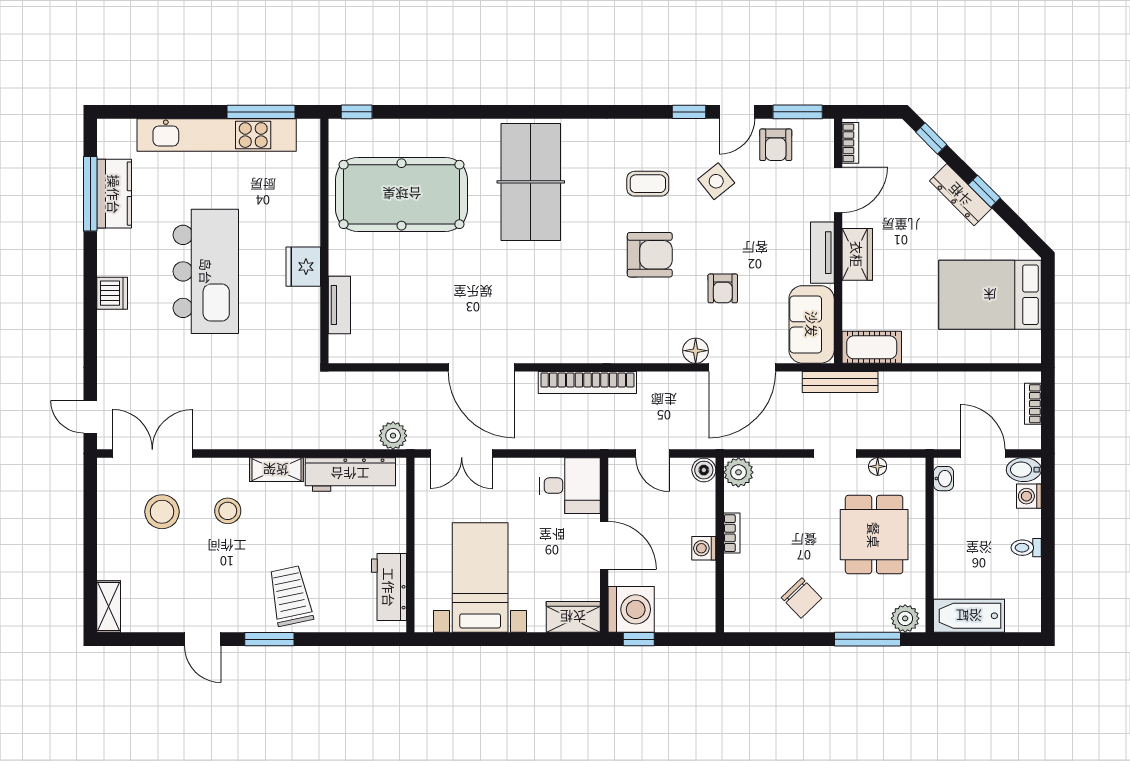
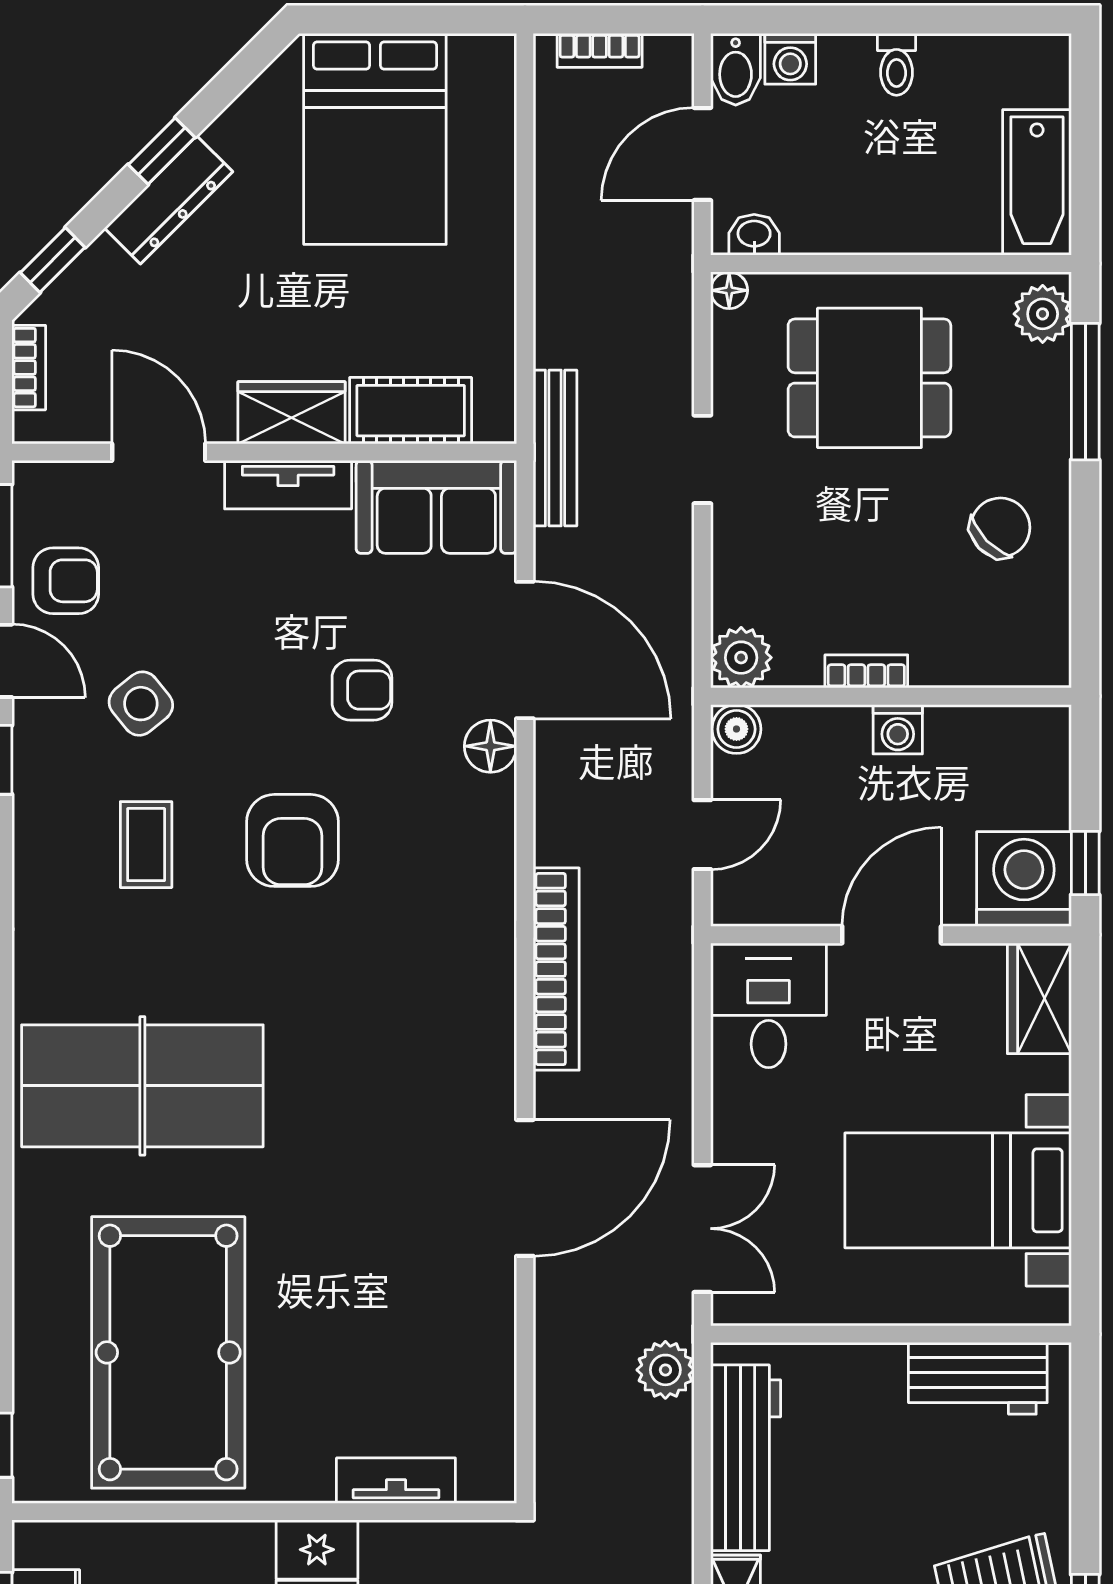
bookcase: (850, 143) -> (29, 368), moved, turned 90
armchair: (650, 255) -> (293, 840), turned 180
cot: (872, 347) -> (411, 411), moved, turned 90
floor lamp: (878, 466) -> (729, 290), moved

